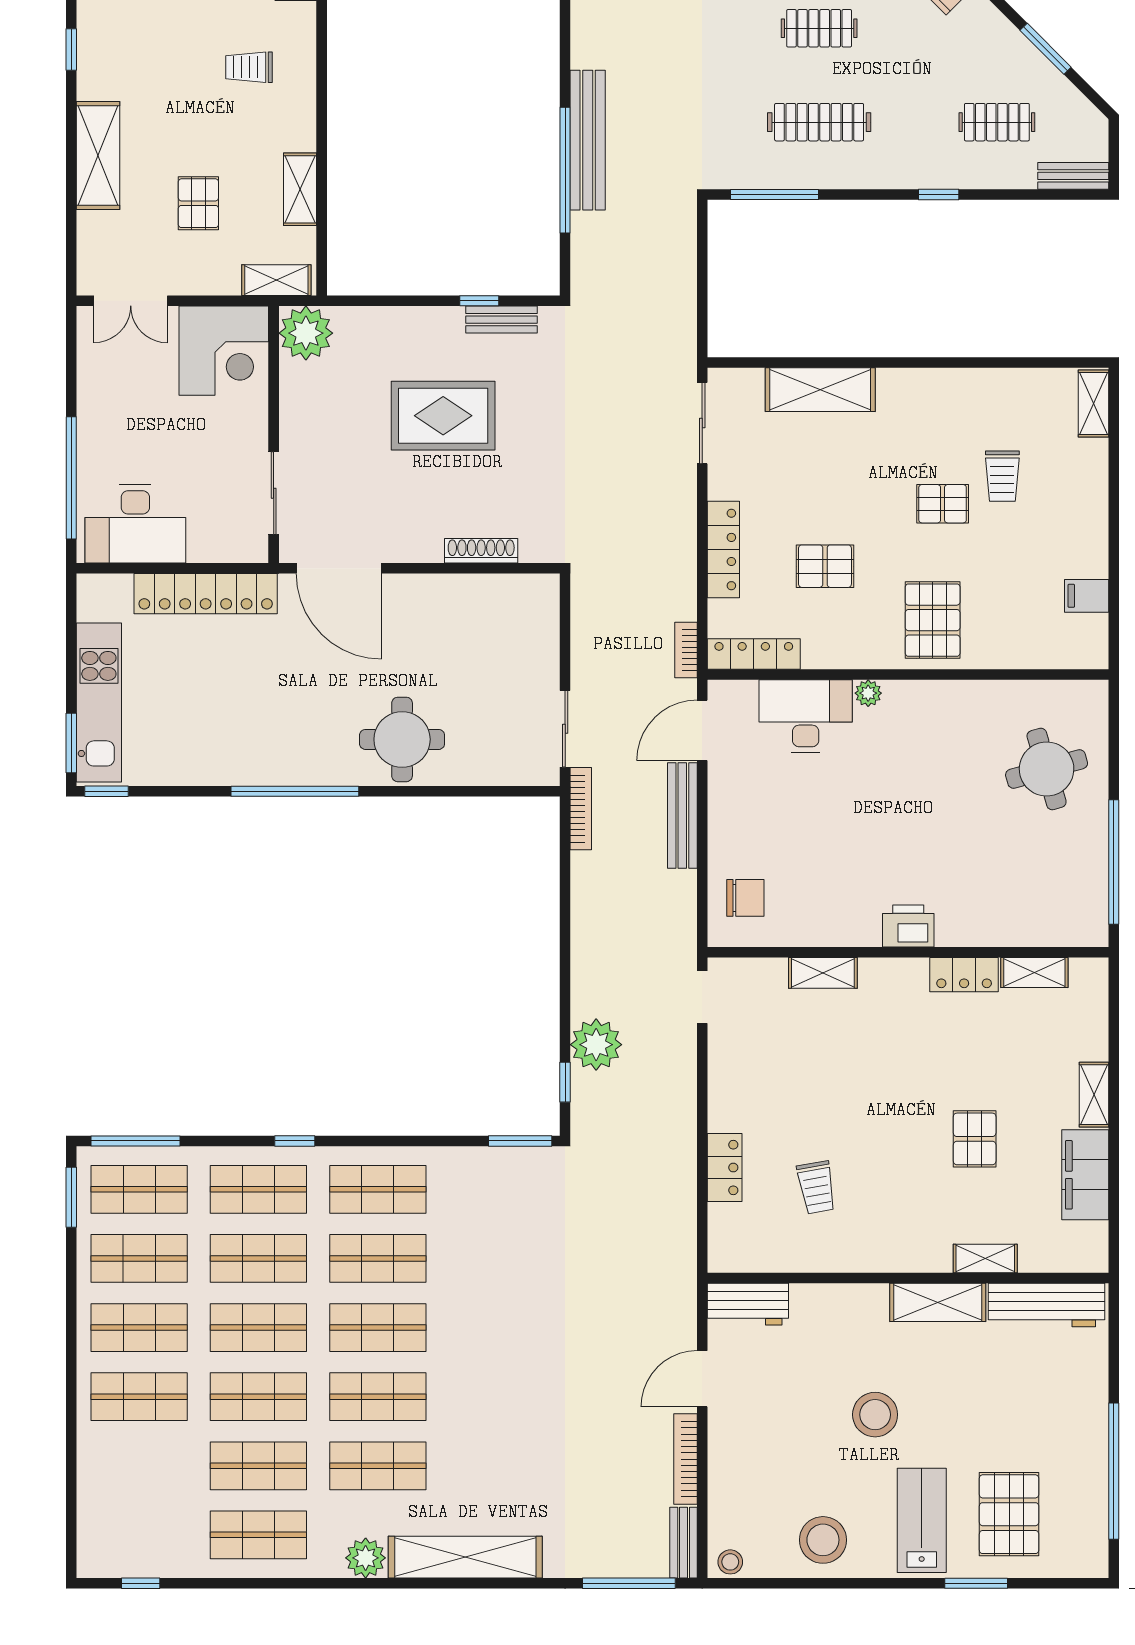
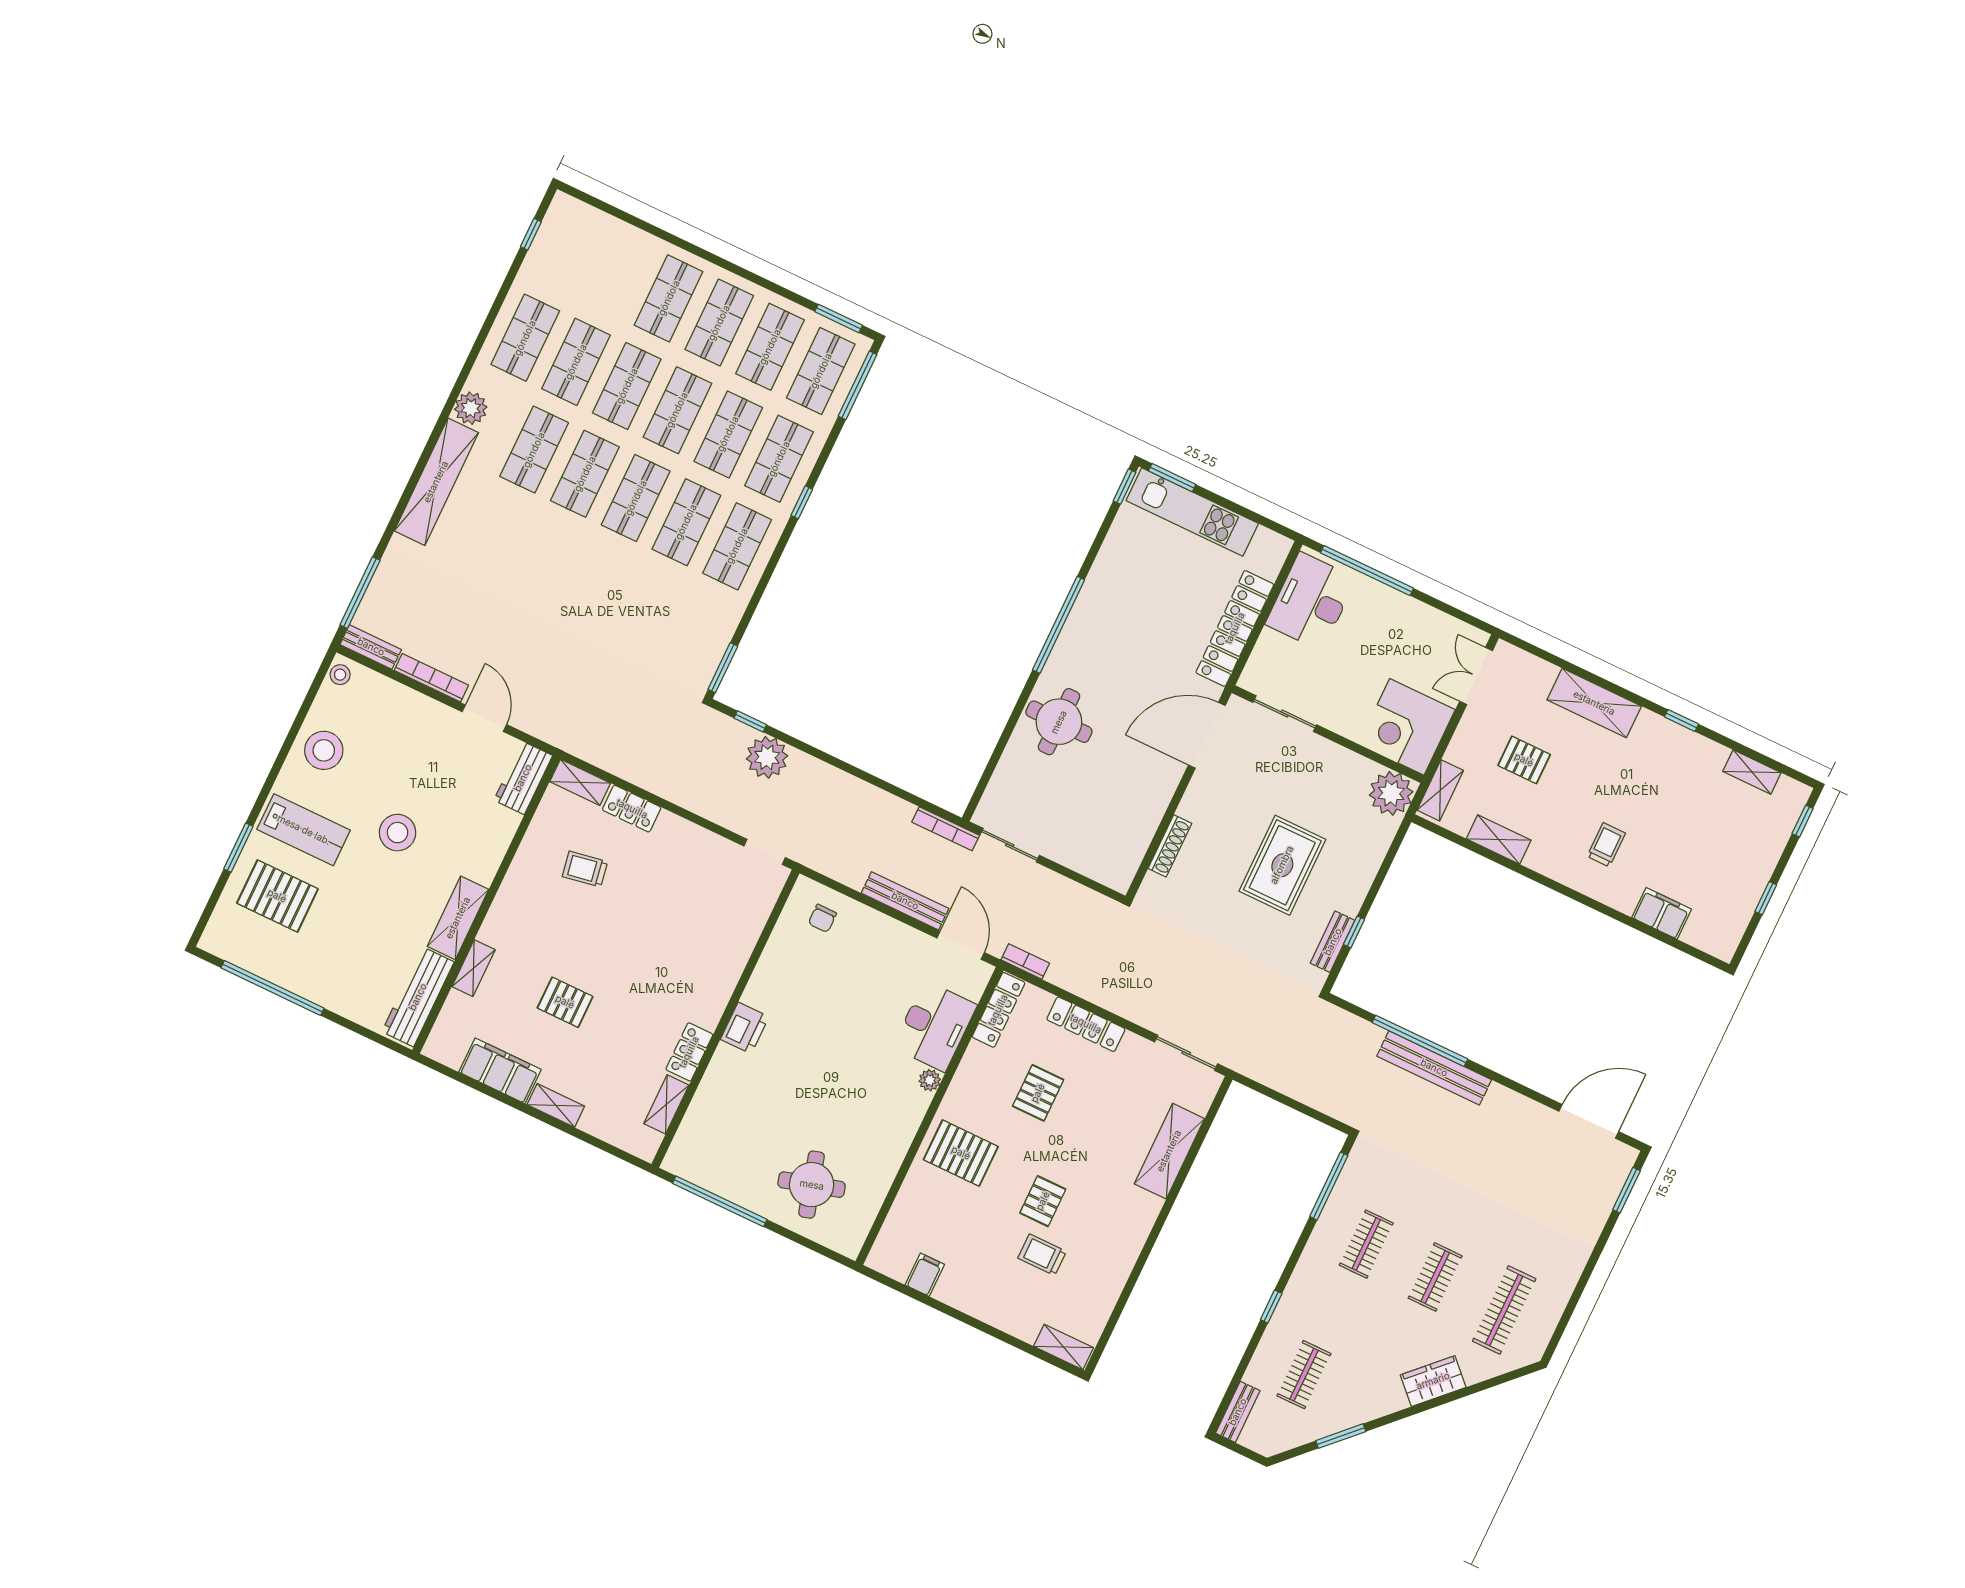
clothes rail: (819, 122) -> (1366, 1244), width x0.73
chair: (745, 898) -> (822, 918), width x0.73, depth x0.73
shelving: (823, 973) -> (580, 782), moved, turned 90

